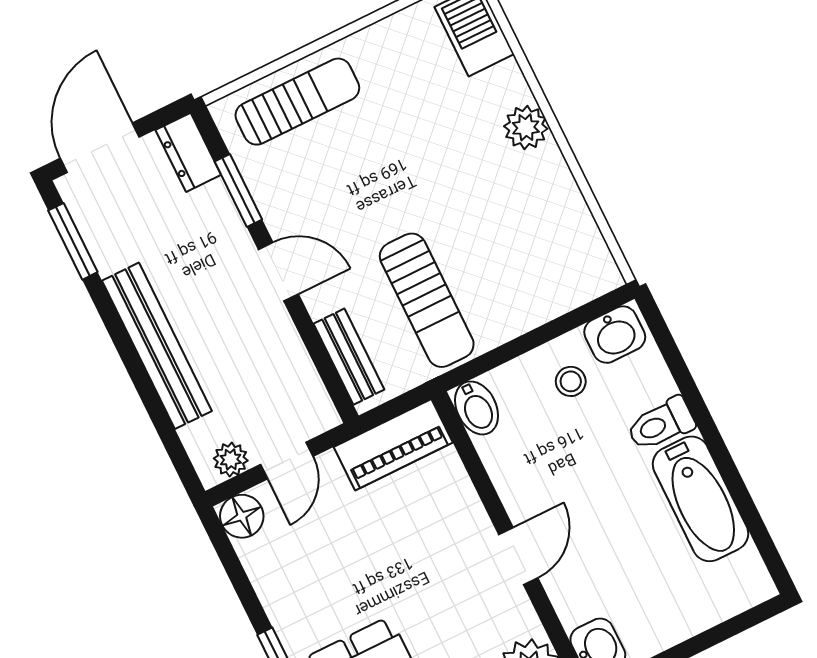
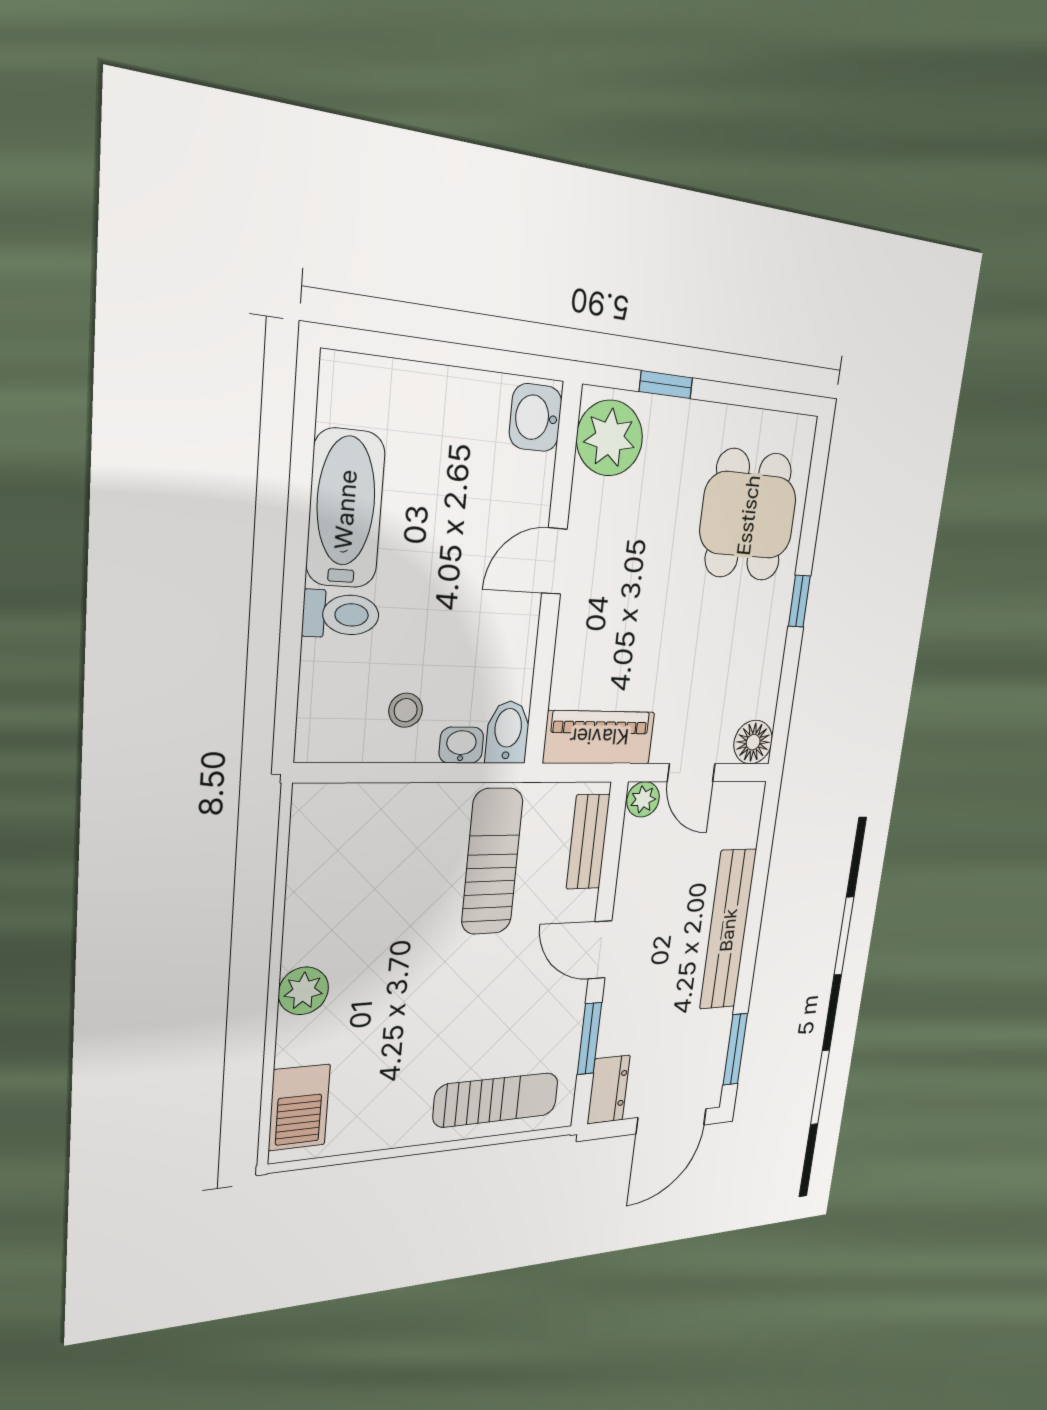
sun lounger: (297, 102) -> (496, 1100), turned 180
washbasin: (615, 335) -> (461, 745), moved, width x0.72, depth x0.69
plant: (231, 459) -> (643, 799), moved
door: (287, 460) -> (691, 773), swing flipped

